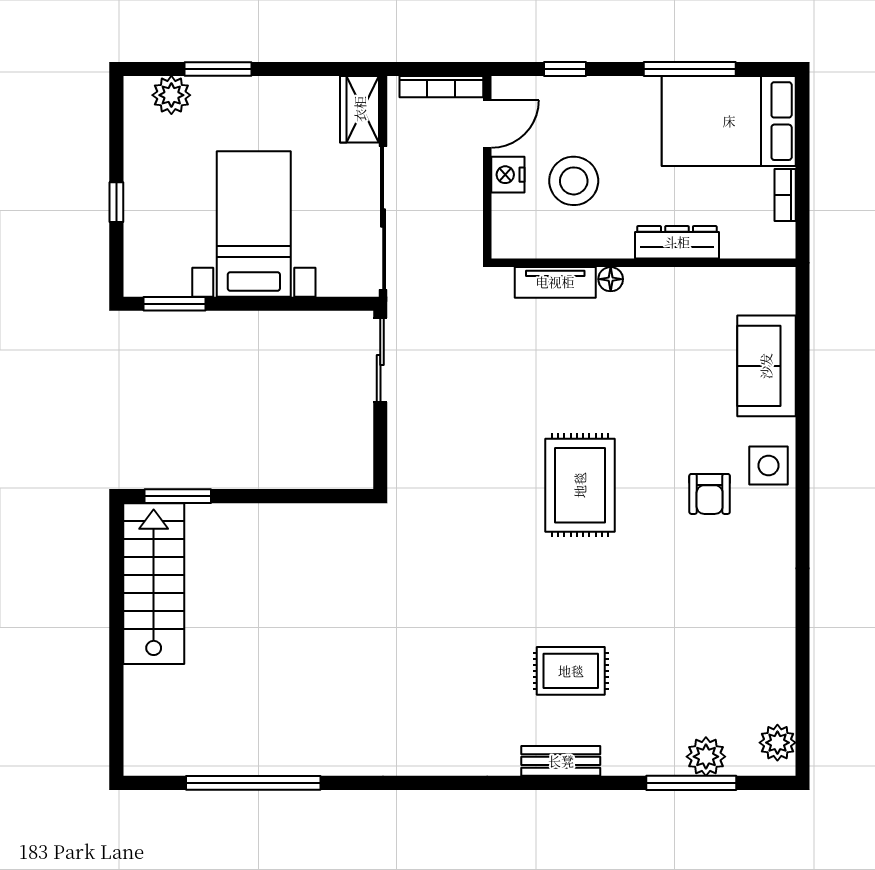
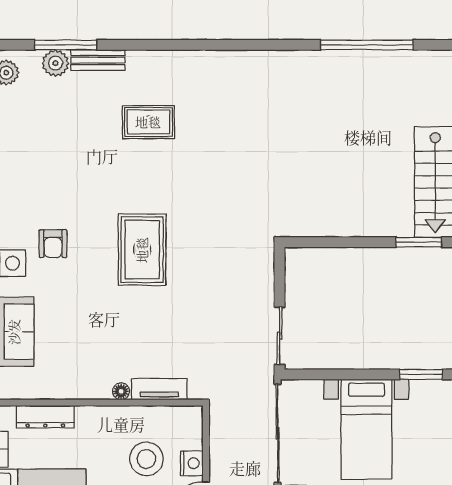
dresser: (677, 242) -> (45, 417), moved
armchair: (710, 494) -> (53, 244), turned 180
bench: (561, 761) -> (98, 60), moved

